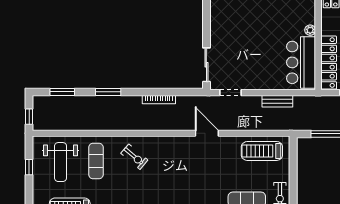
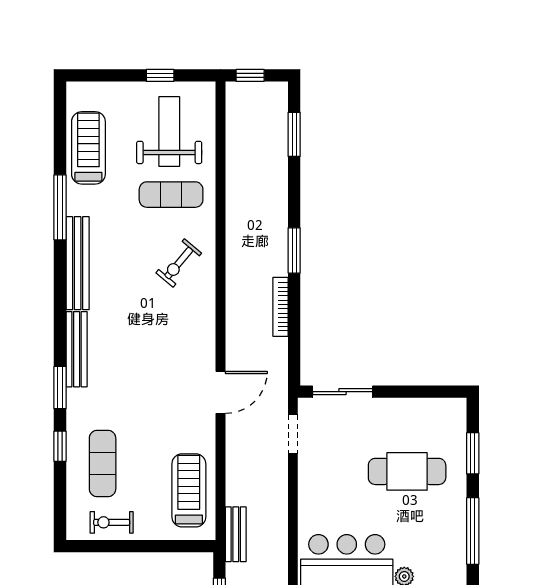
cafe table: (251, 29) -> (407, 471), added
window: (108, 92) -> (294, 250), moved
bench: (277, 101) -> (236, 534), moved
weight bench: (61, 162) -> (169, 132), turned 90

